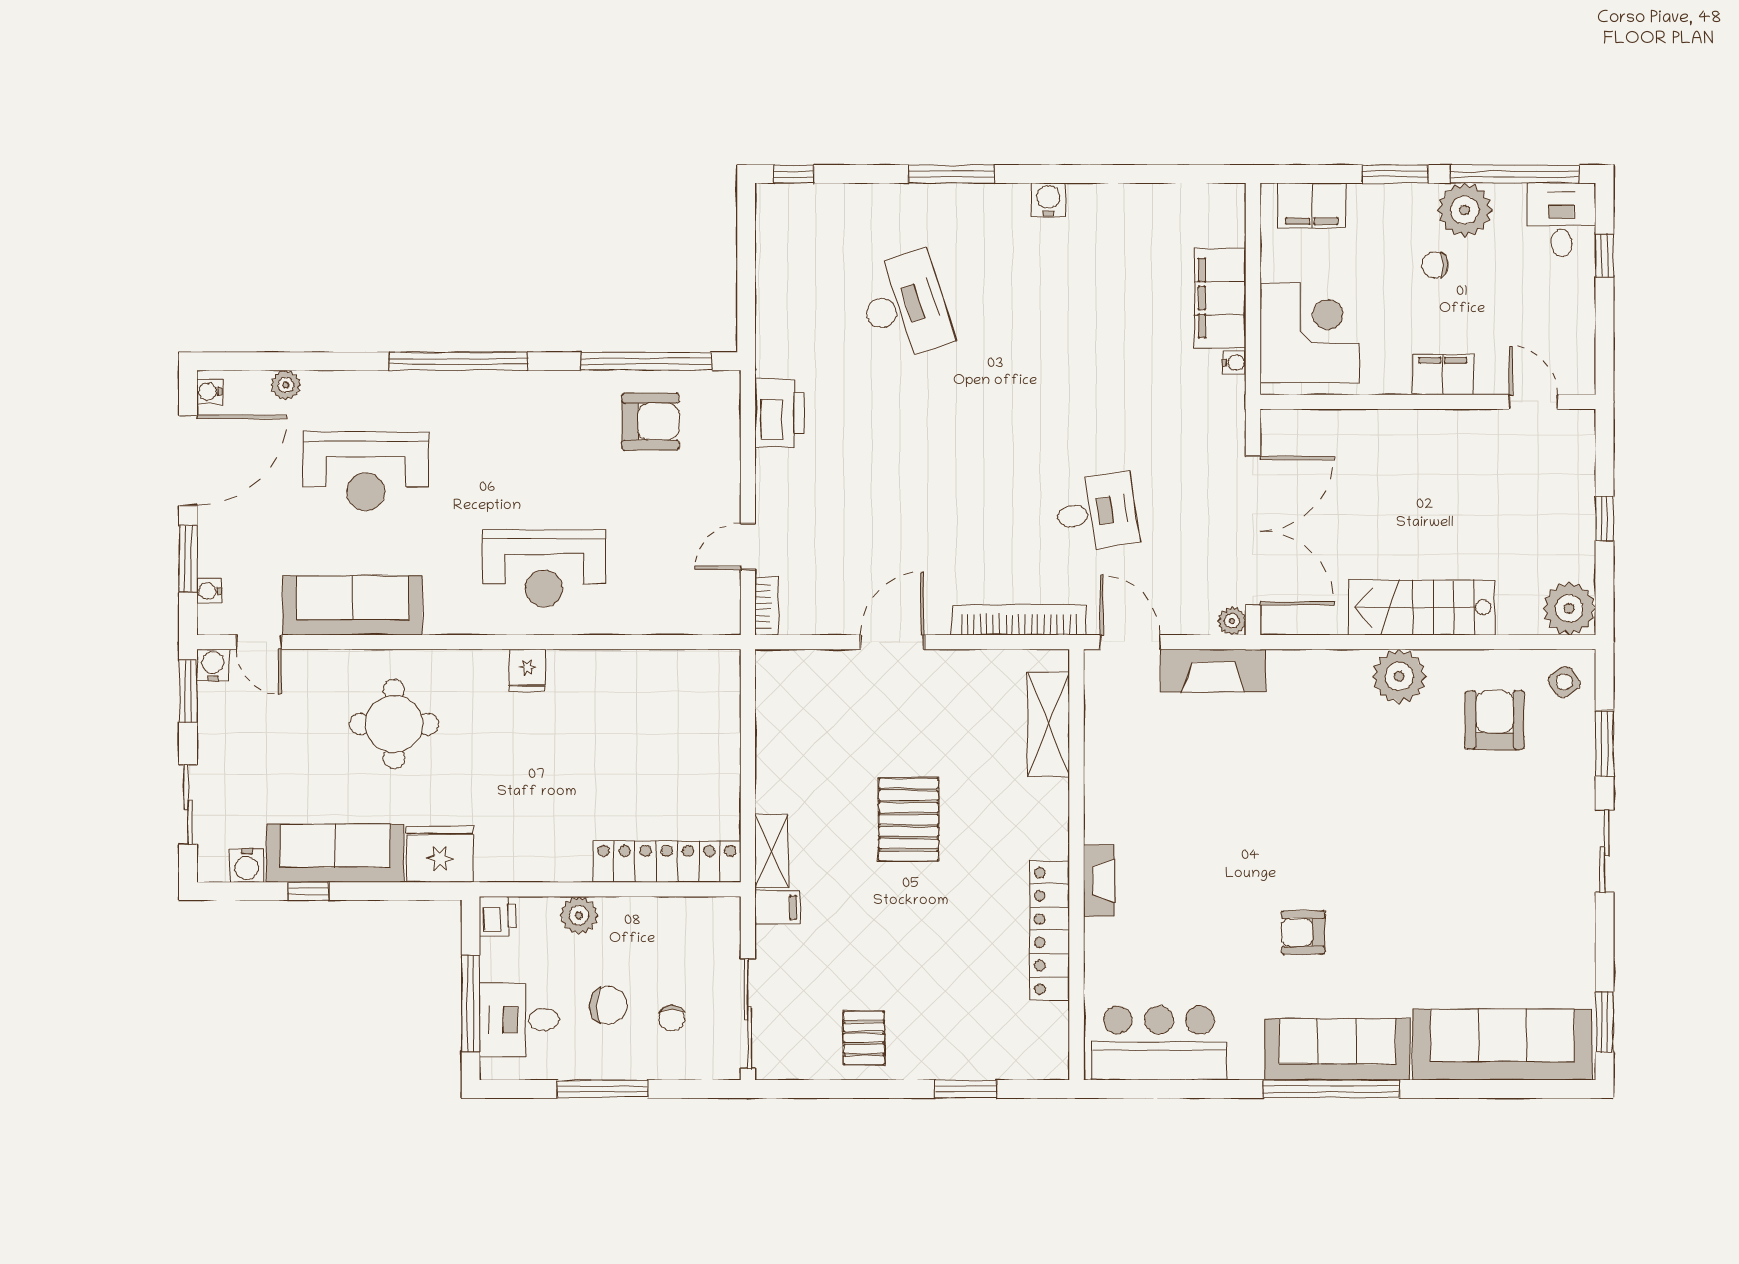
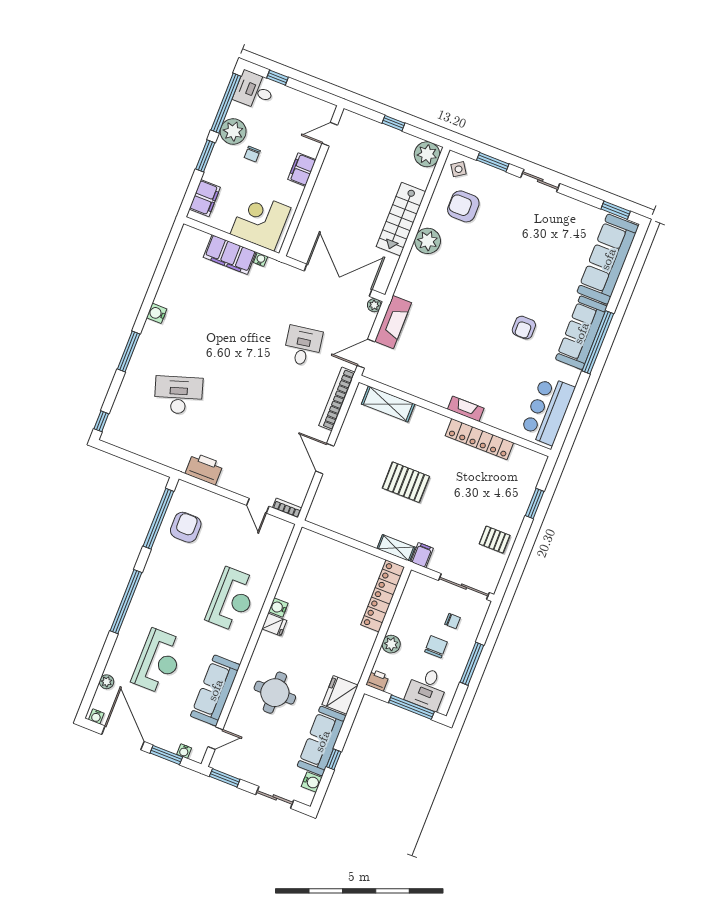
water cooler: (213, 665) -> (278, 607), moved

